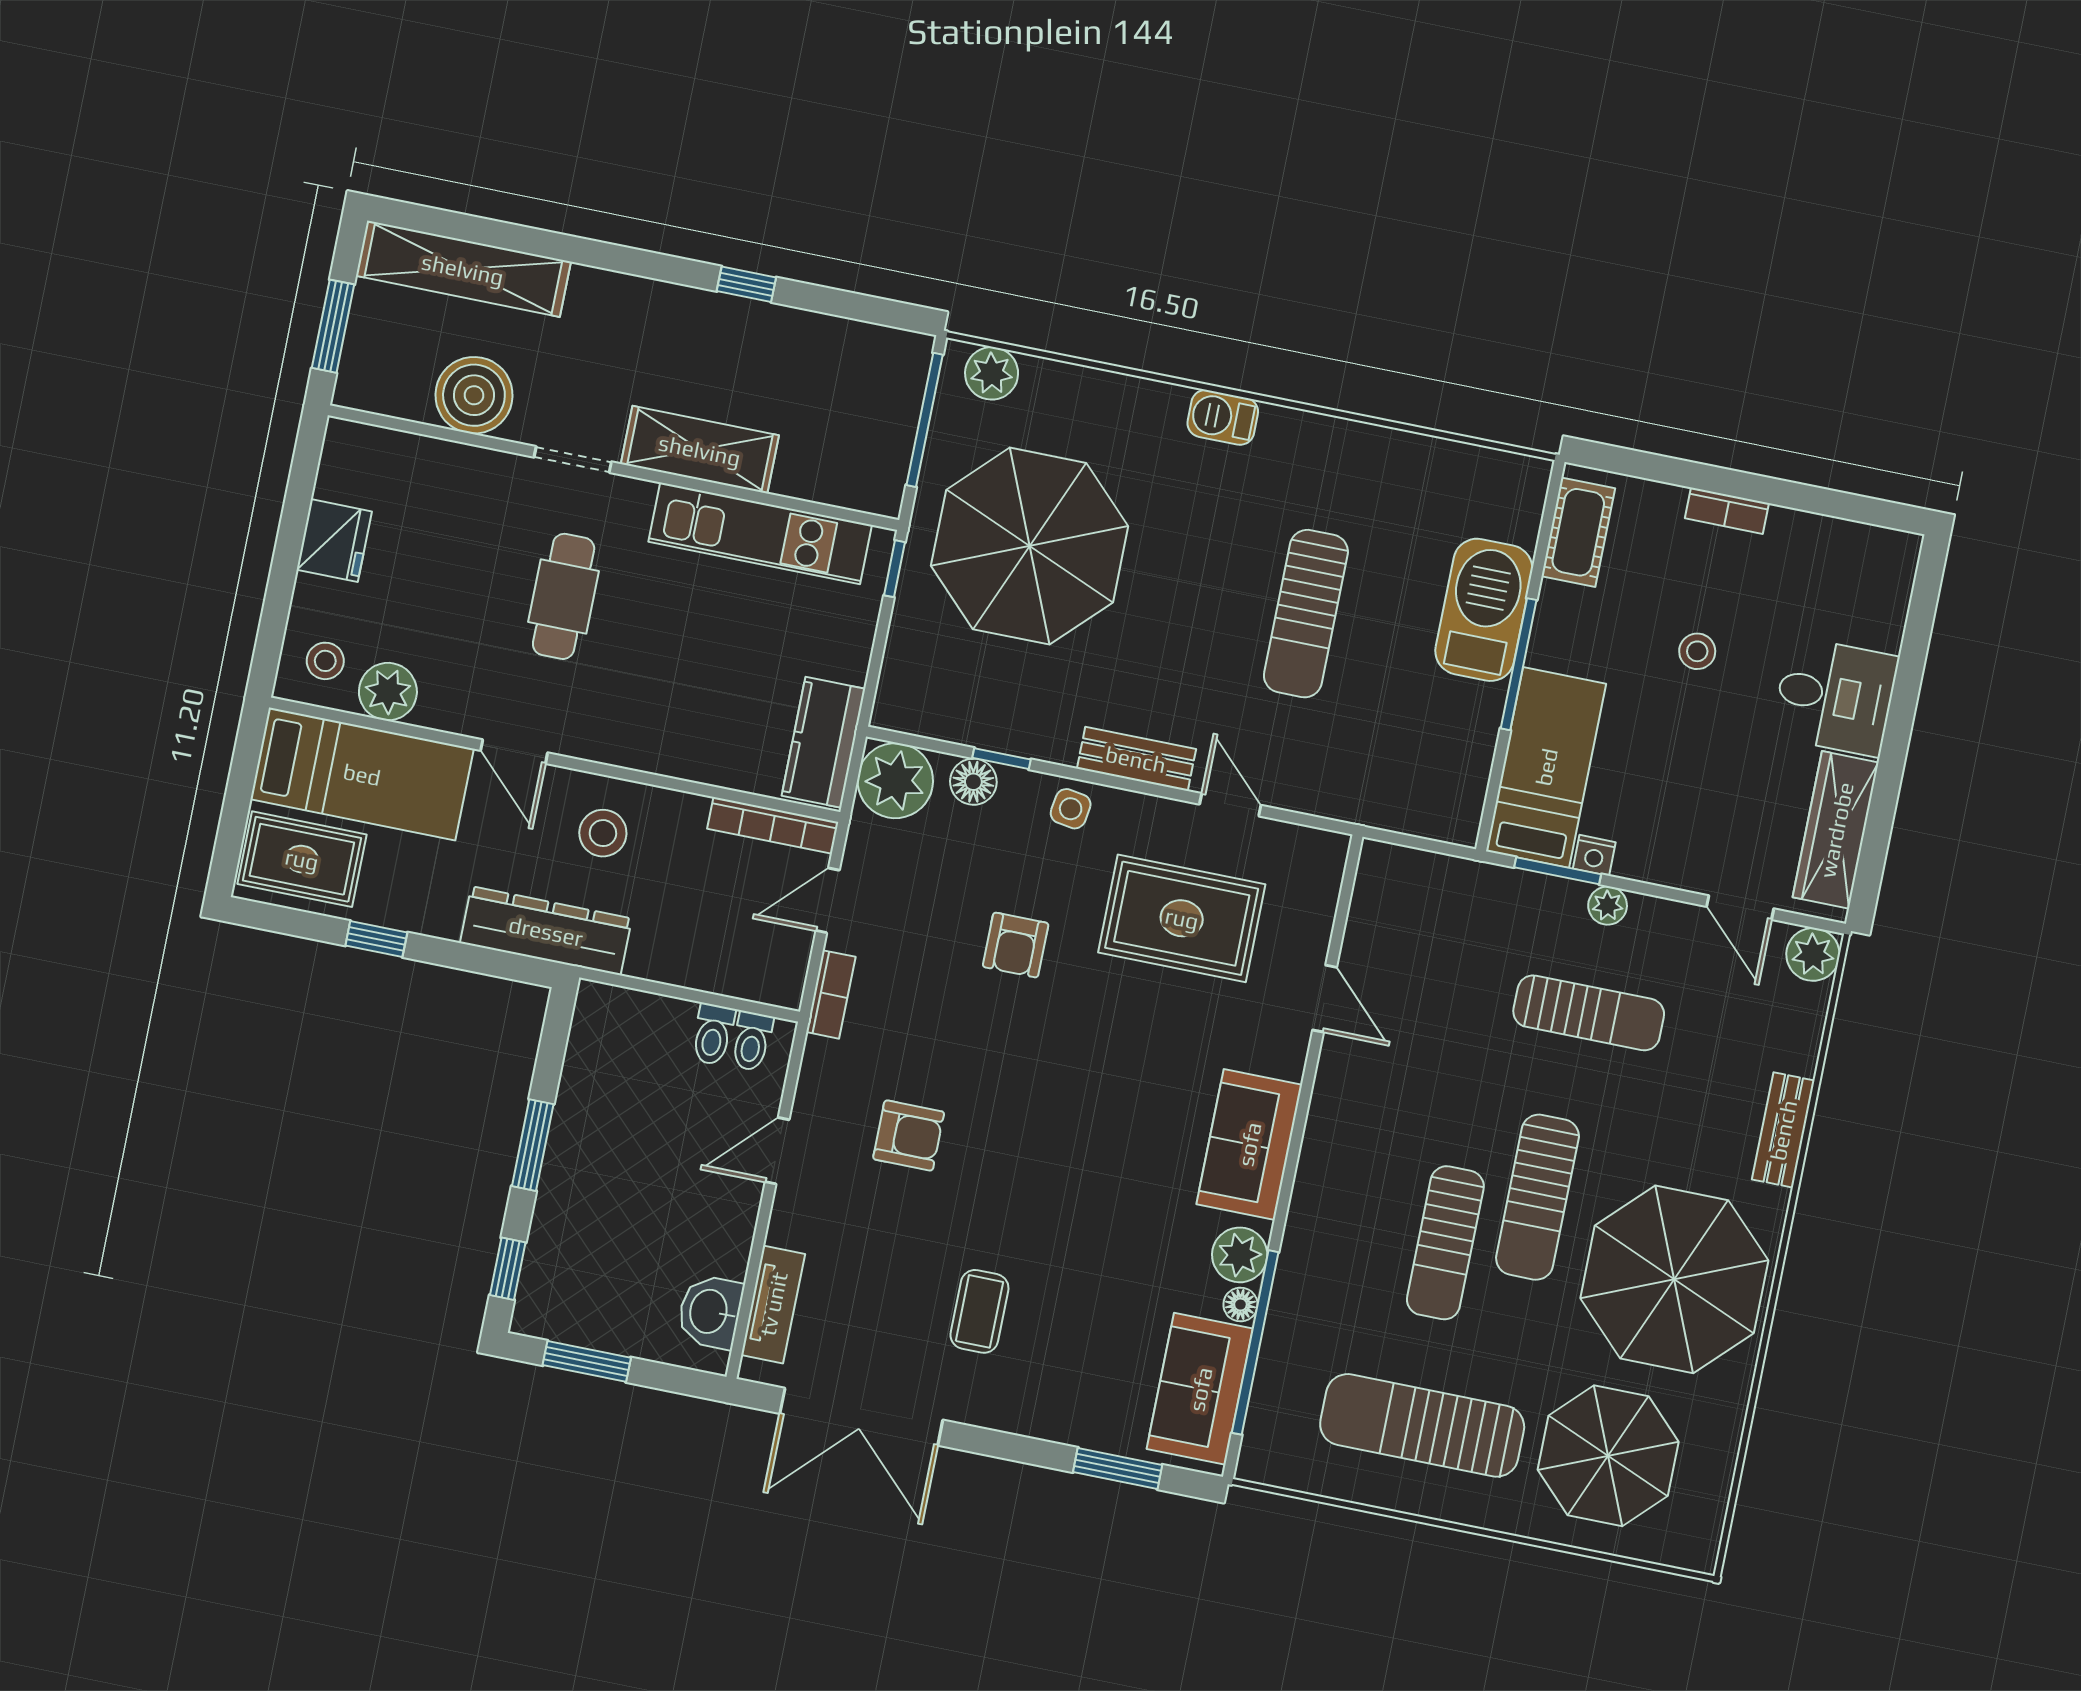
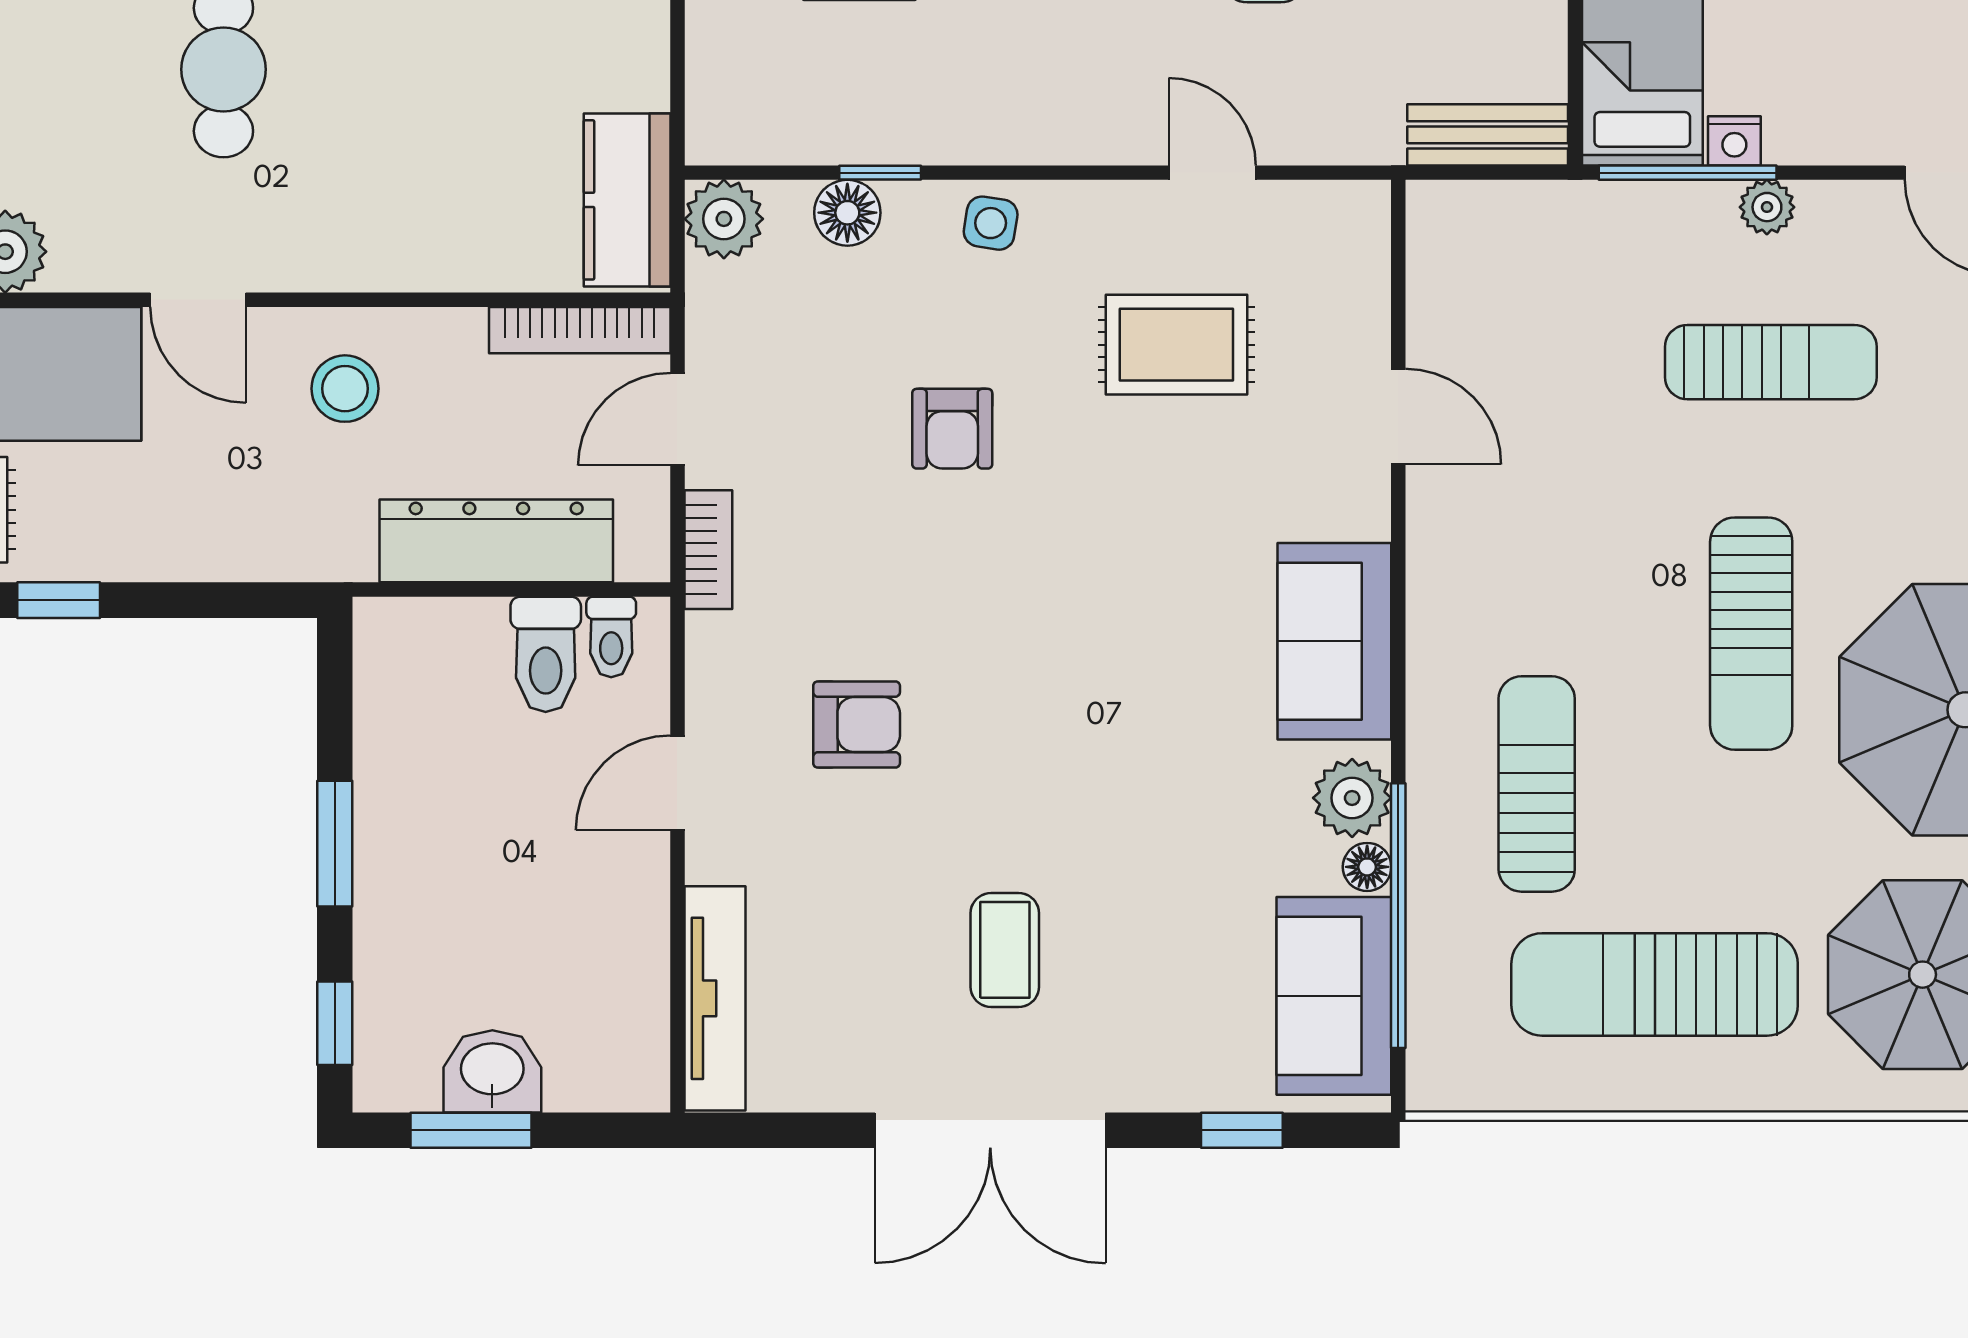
bench: (1136, 759) -> (1488, 135), moved
plant: (895, 781) -> (724, 219), width x0.73, depth x0.73
window: (1558, 871) -> (1688, 173), width x1.44
rug: (1182, 918) -> (1176, 345), width x0.73, depth x0.70
dresser: (546, 931) -> (496, 541), moved
toilet: (713, 1034) -> (546, 654), width x1.37, depth x1.39
sun lounger: (1445, 1243) -> (1537, 784), moved, turned 180
tv unit: (773, 1304) -> (715, 998), width x1.41
washbasin: (710, 1312) -> (492, 1071), moved, turned 90
double door: (861, 1417) -> (990, 1130), moved
window: (1118, 1468) -> (1242, 1130), width x0.67

